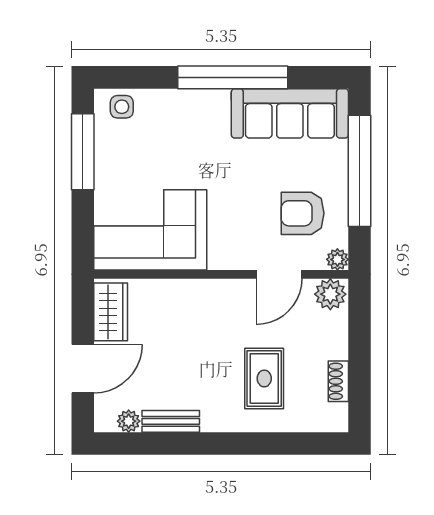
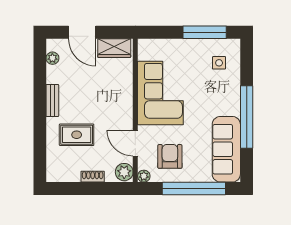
side table: (122, 107) -> (219, 63), moved
corner sofa: (150, 230) -> (160, 93), moved
shoe rack: (338, 381) -> (93, 177), moved
bench: (171, 421) -> (52, 100), moved

